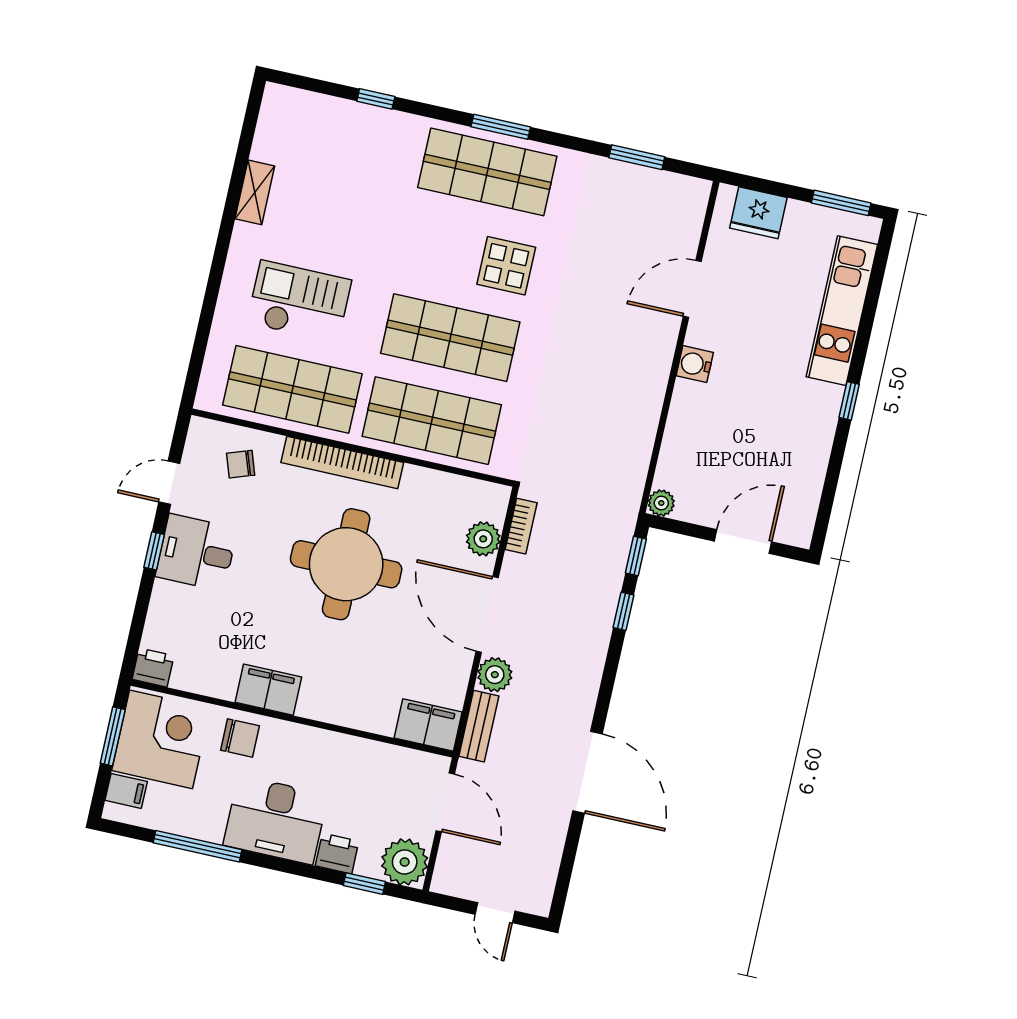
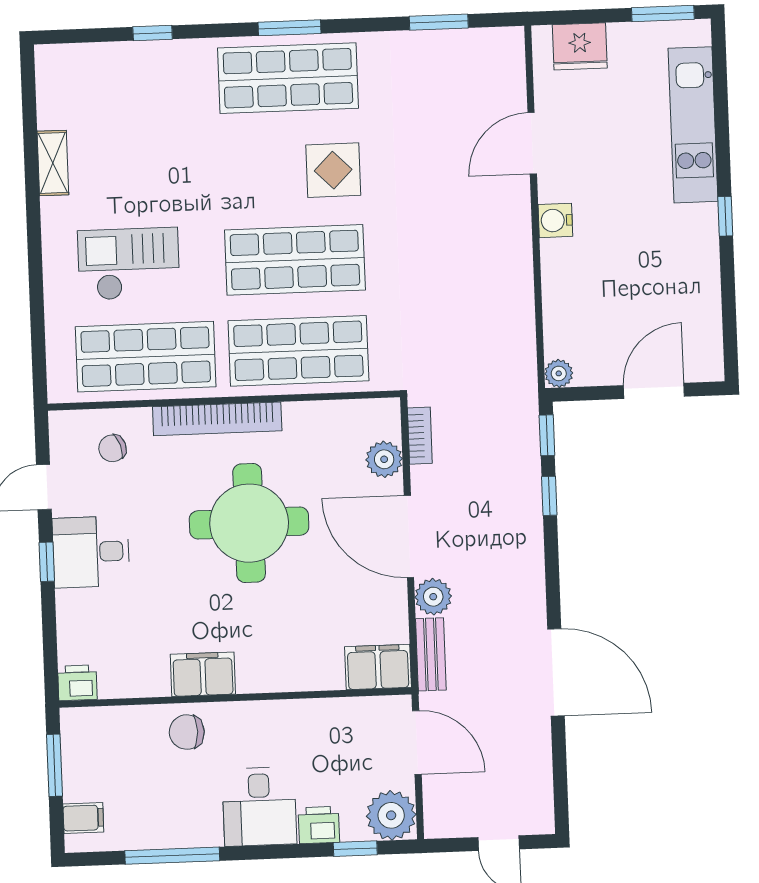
chair: (240, 738) -> (187, 732), turned 180
corner desk: (161, 739) -> (105, 755), removed
desk: (276, 820) -> (259, 807), width x0.73

